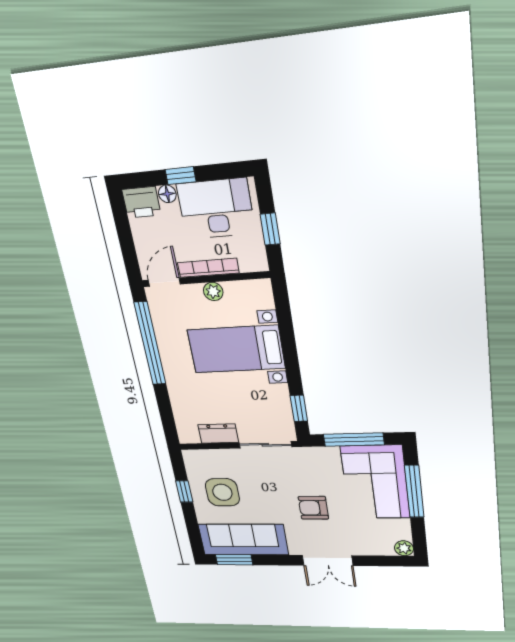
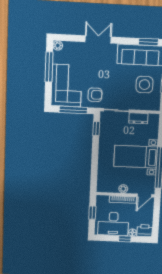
bed with nightstands: (236, 349) -> (136, 157), moved, turned 180
window: (414, 491) -> (49, 67), moved
armchair: (313, 508) -> (95, 95), moved

